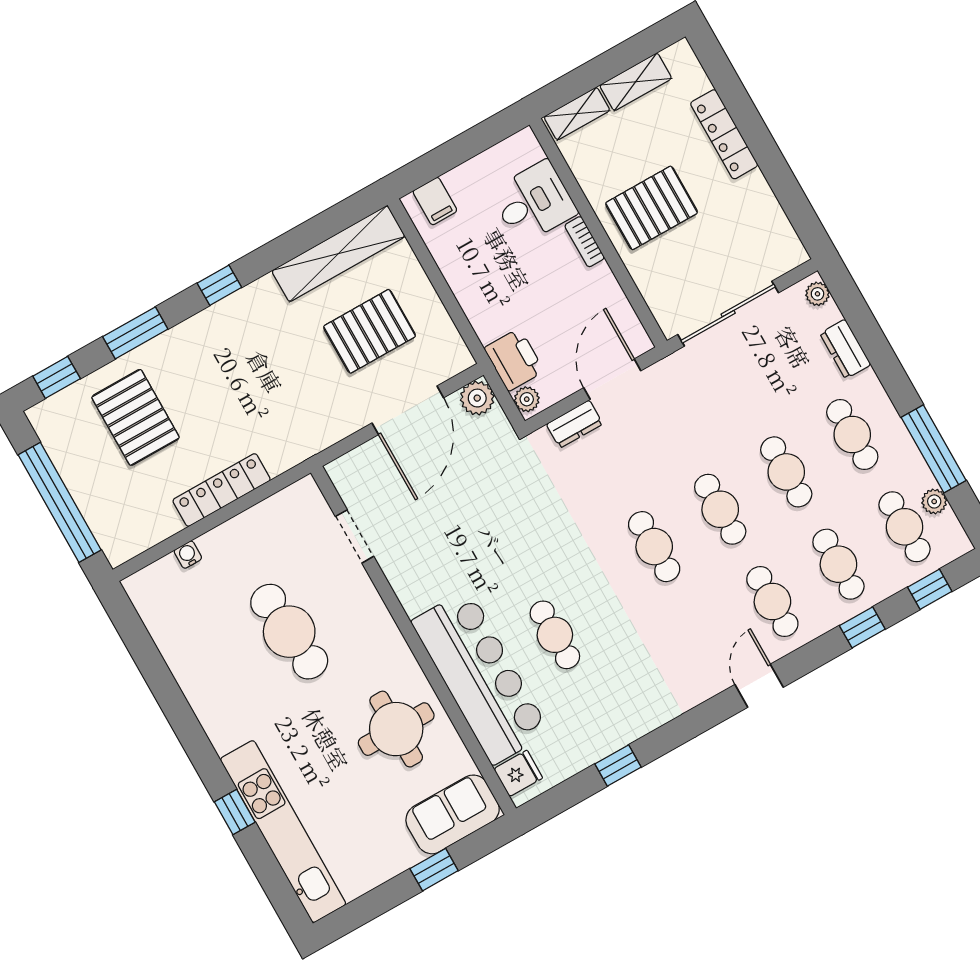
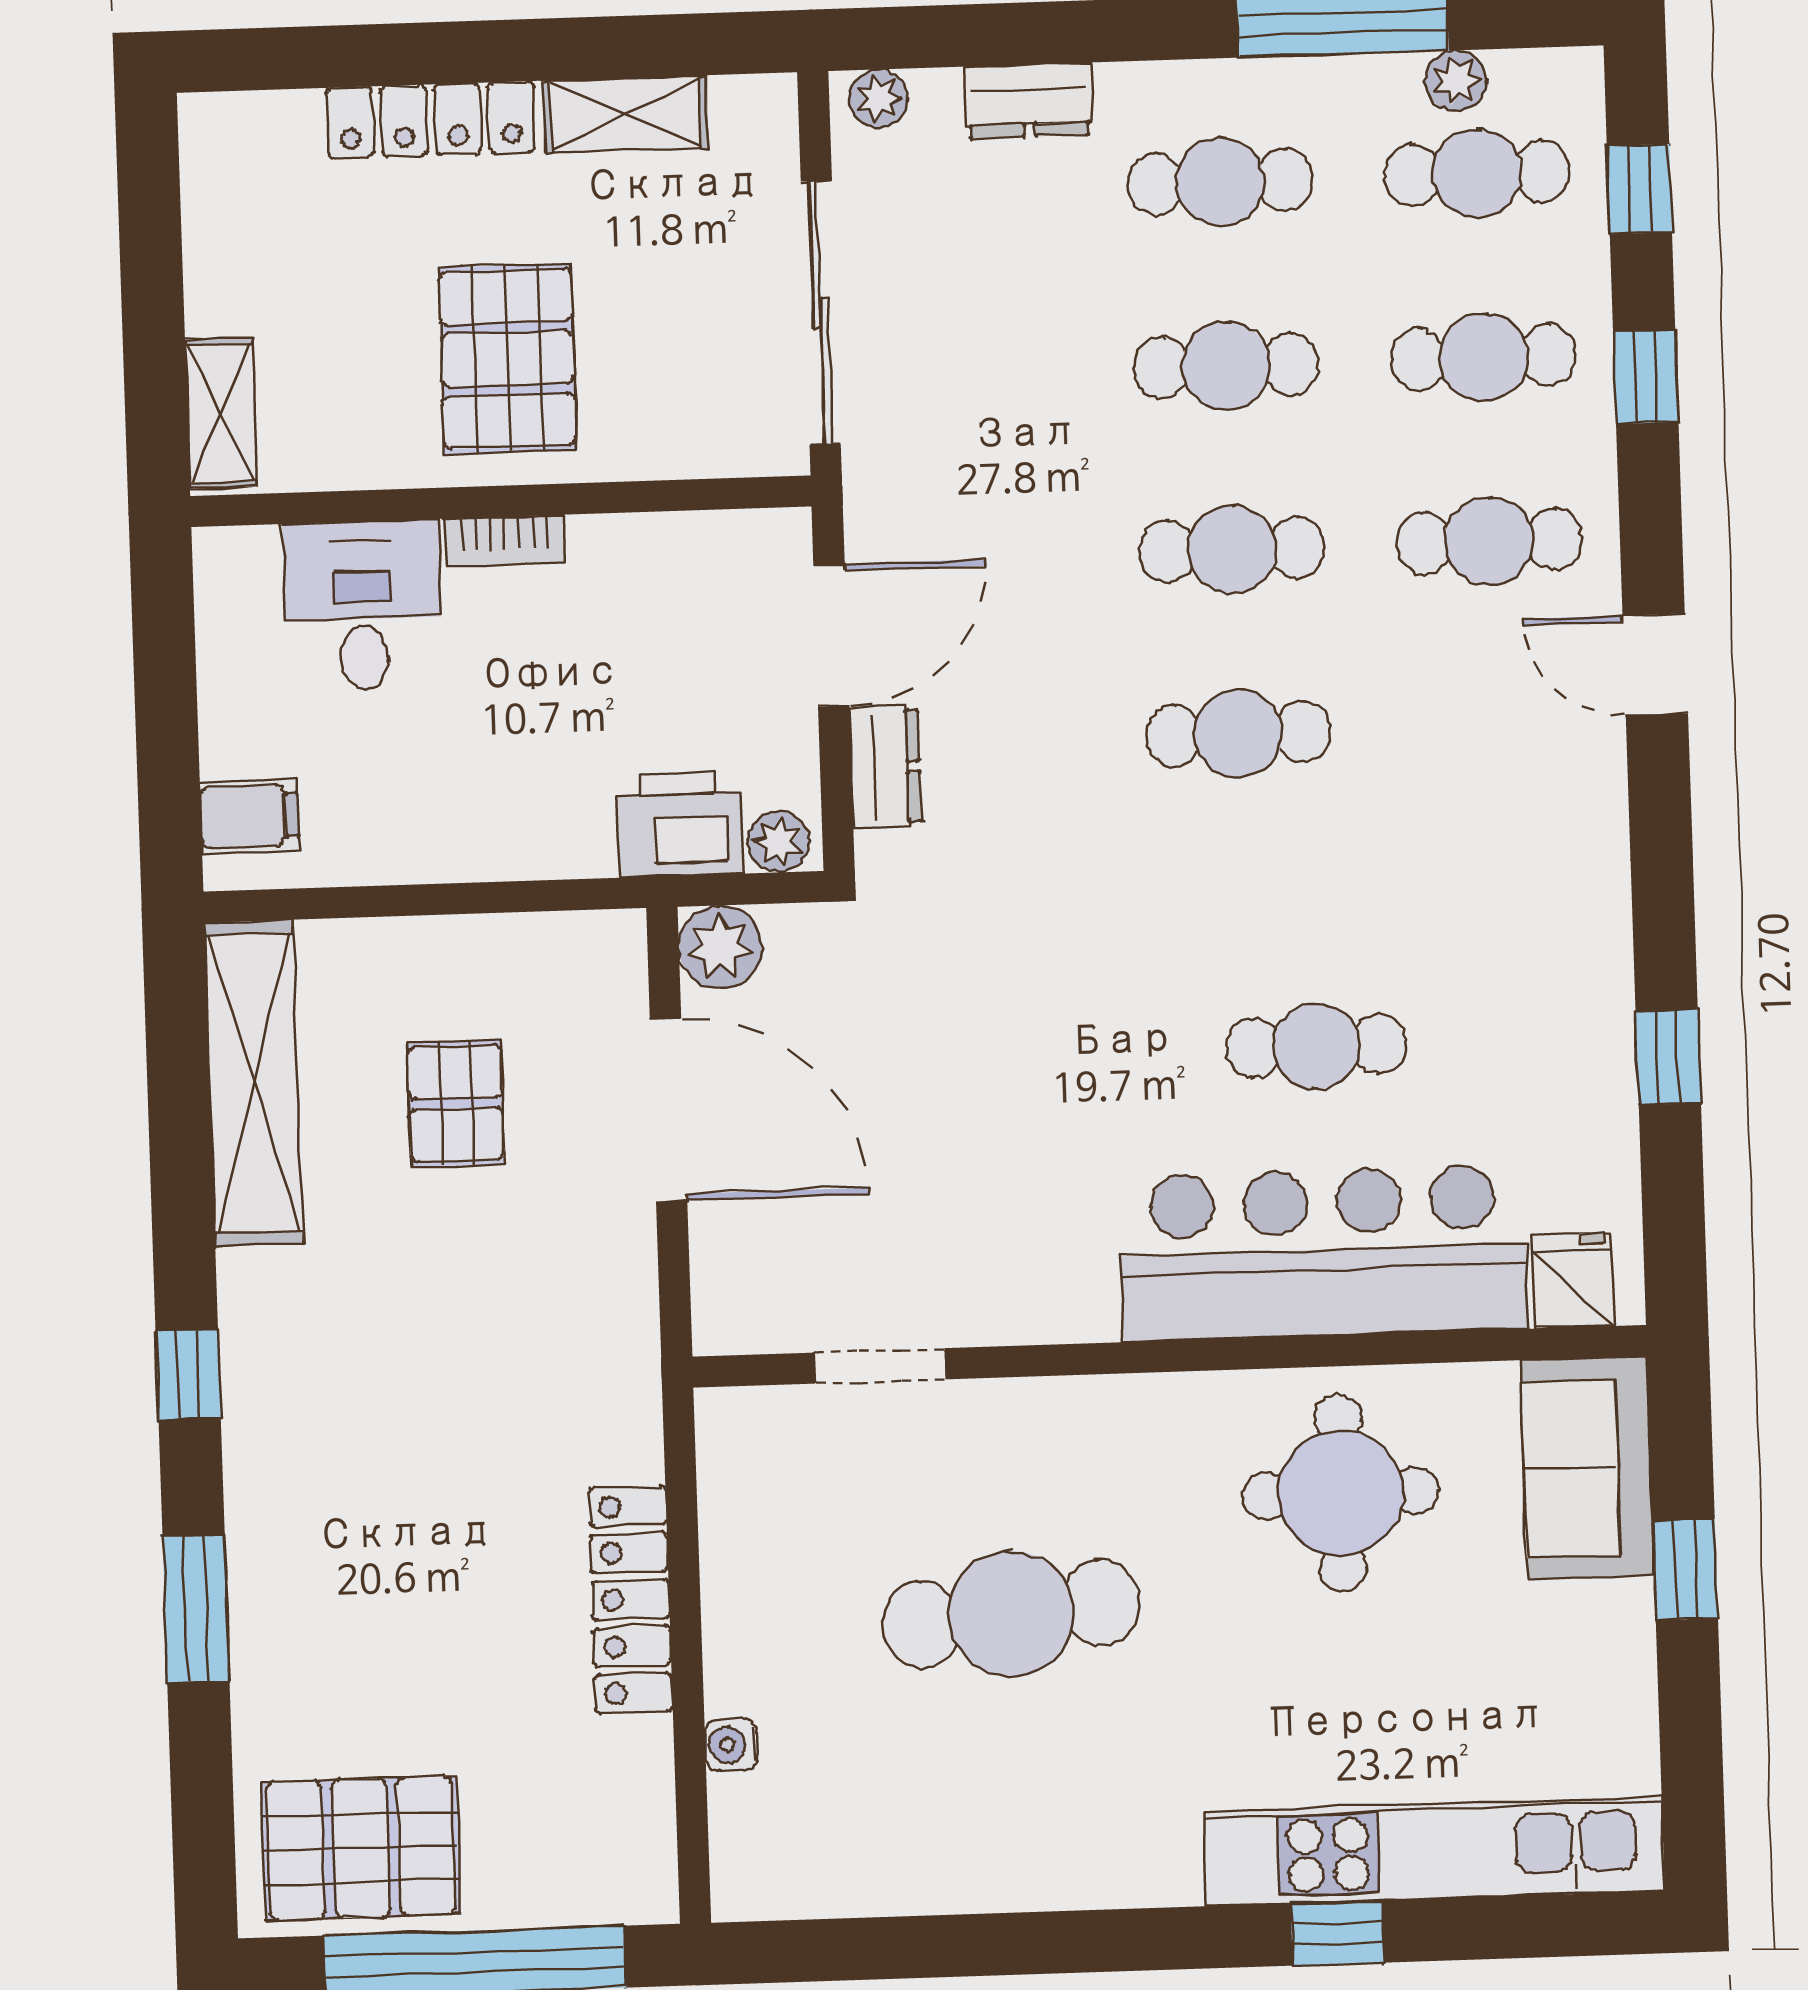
shelving: (636, 82) -> (626, 114), moved, turned 90
pallet: (370, 331) -> (456, 1103), width x0.67, depth x0.71
window: (57, 377) -> (203, 1828), removed
door: (612, 379) -> (831, 635), swing flipped
pallet: (135, 417) -> (361, 1848), moved

